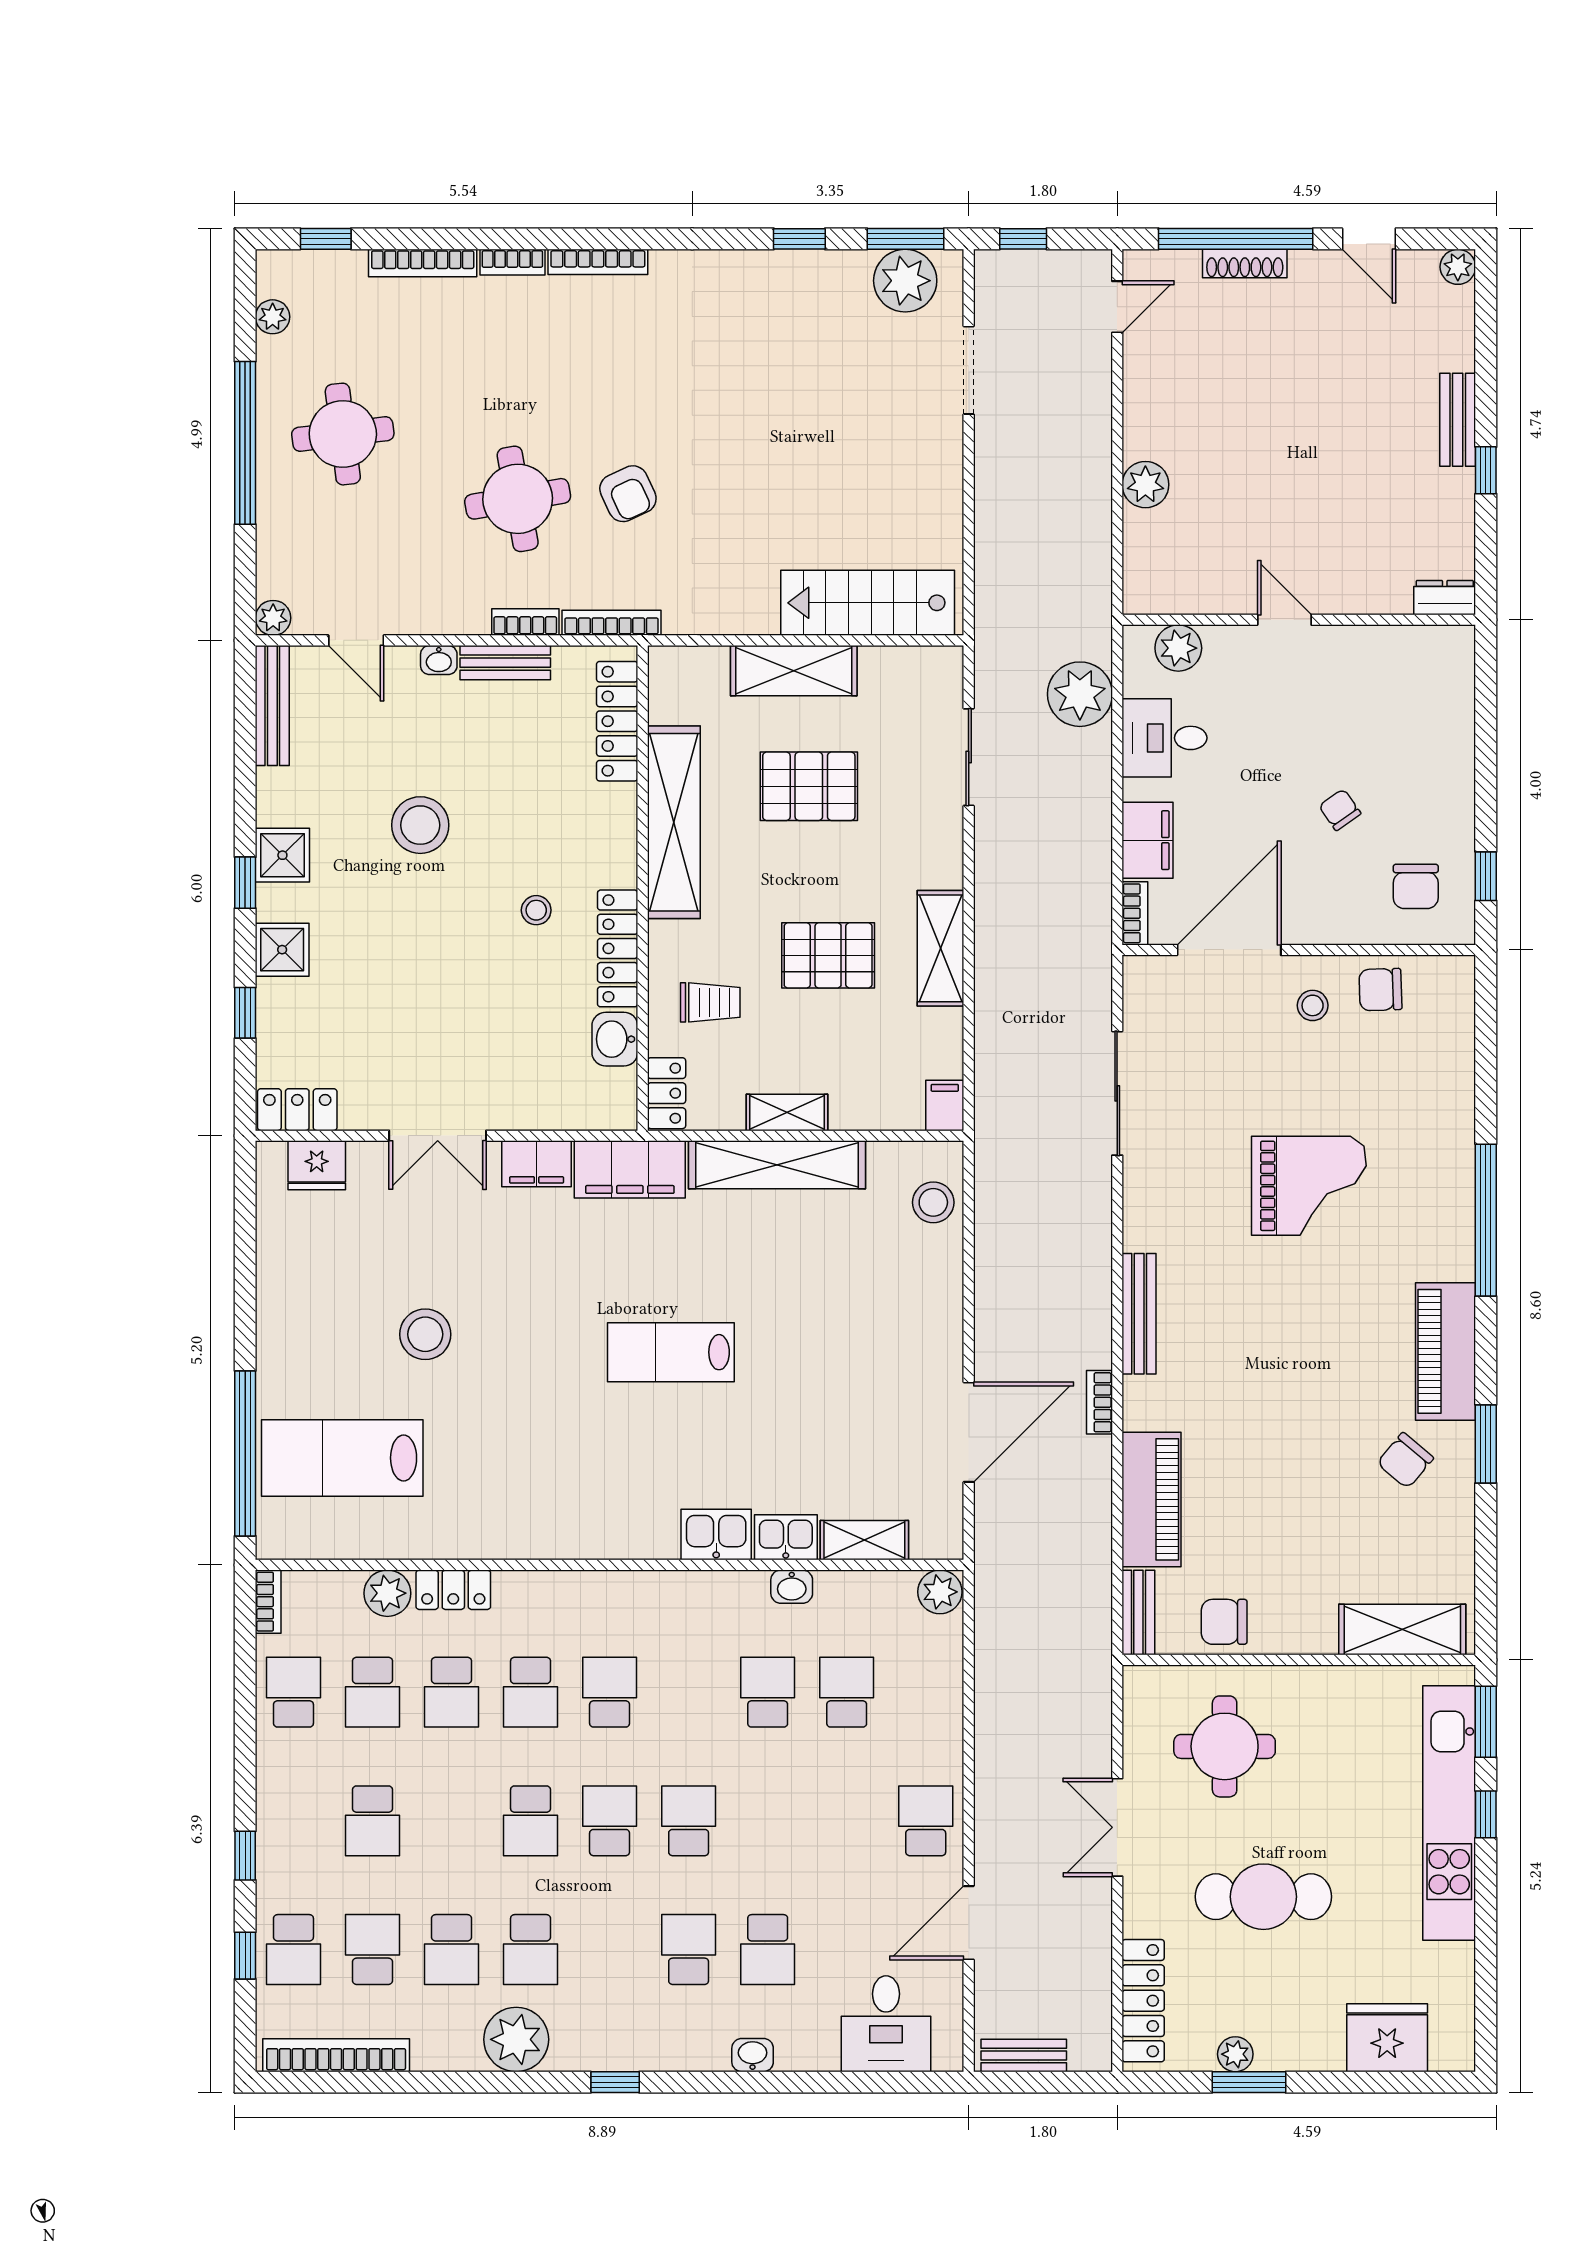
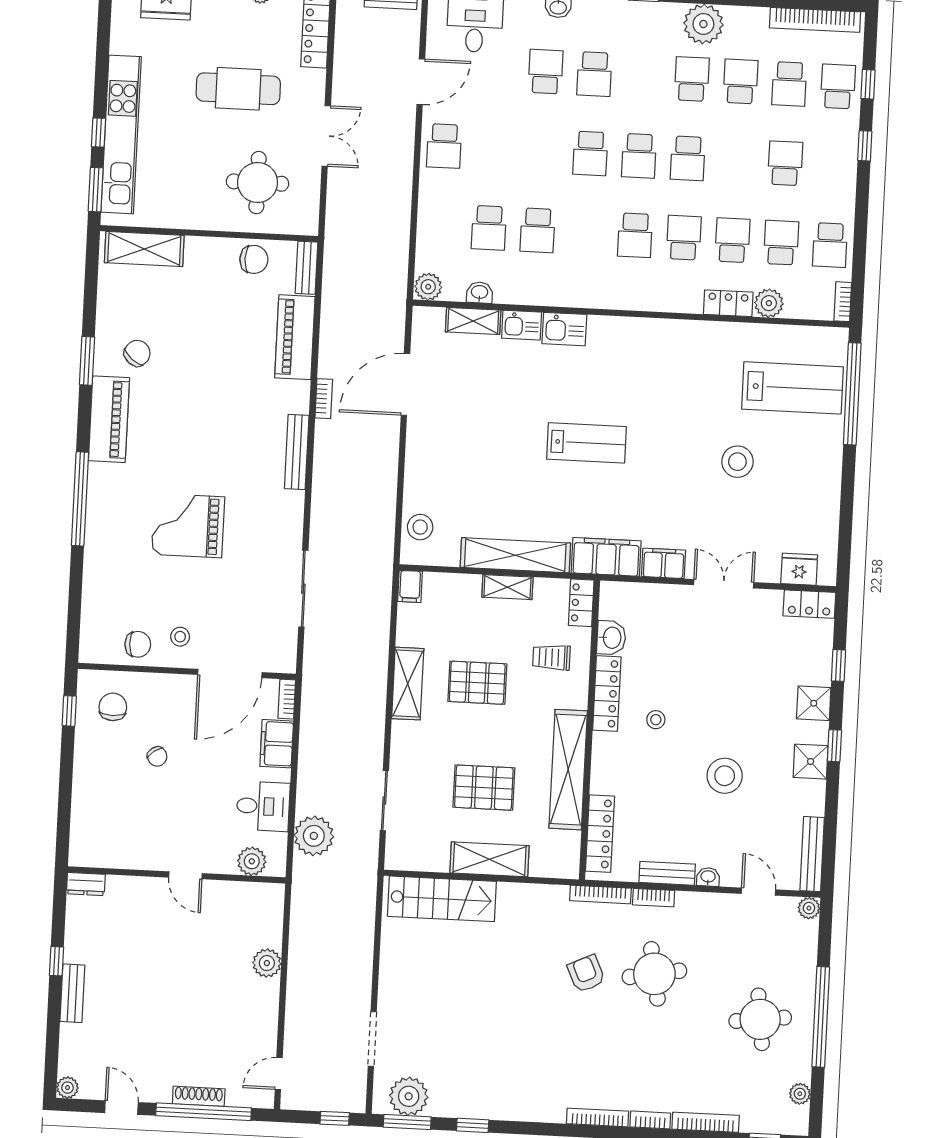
washbasin: (792, 1587) -> (480, 293), moved
school desk: (531, 1821) -> (688, 158), turned 180

